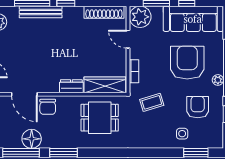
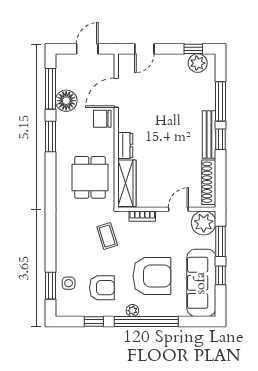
bench: (41, 12) -> (209, 135), moved
side table: (182, 134) -> (69, 283), moved

